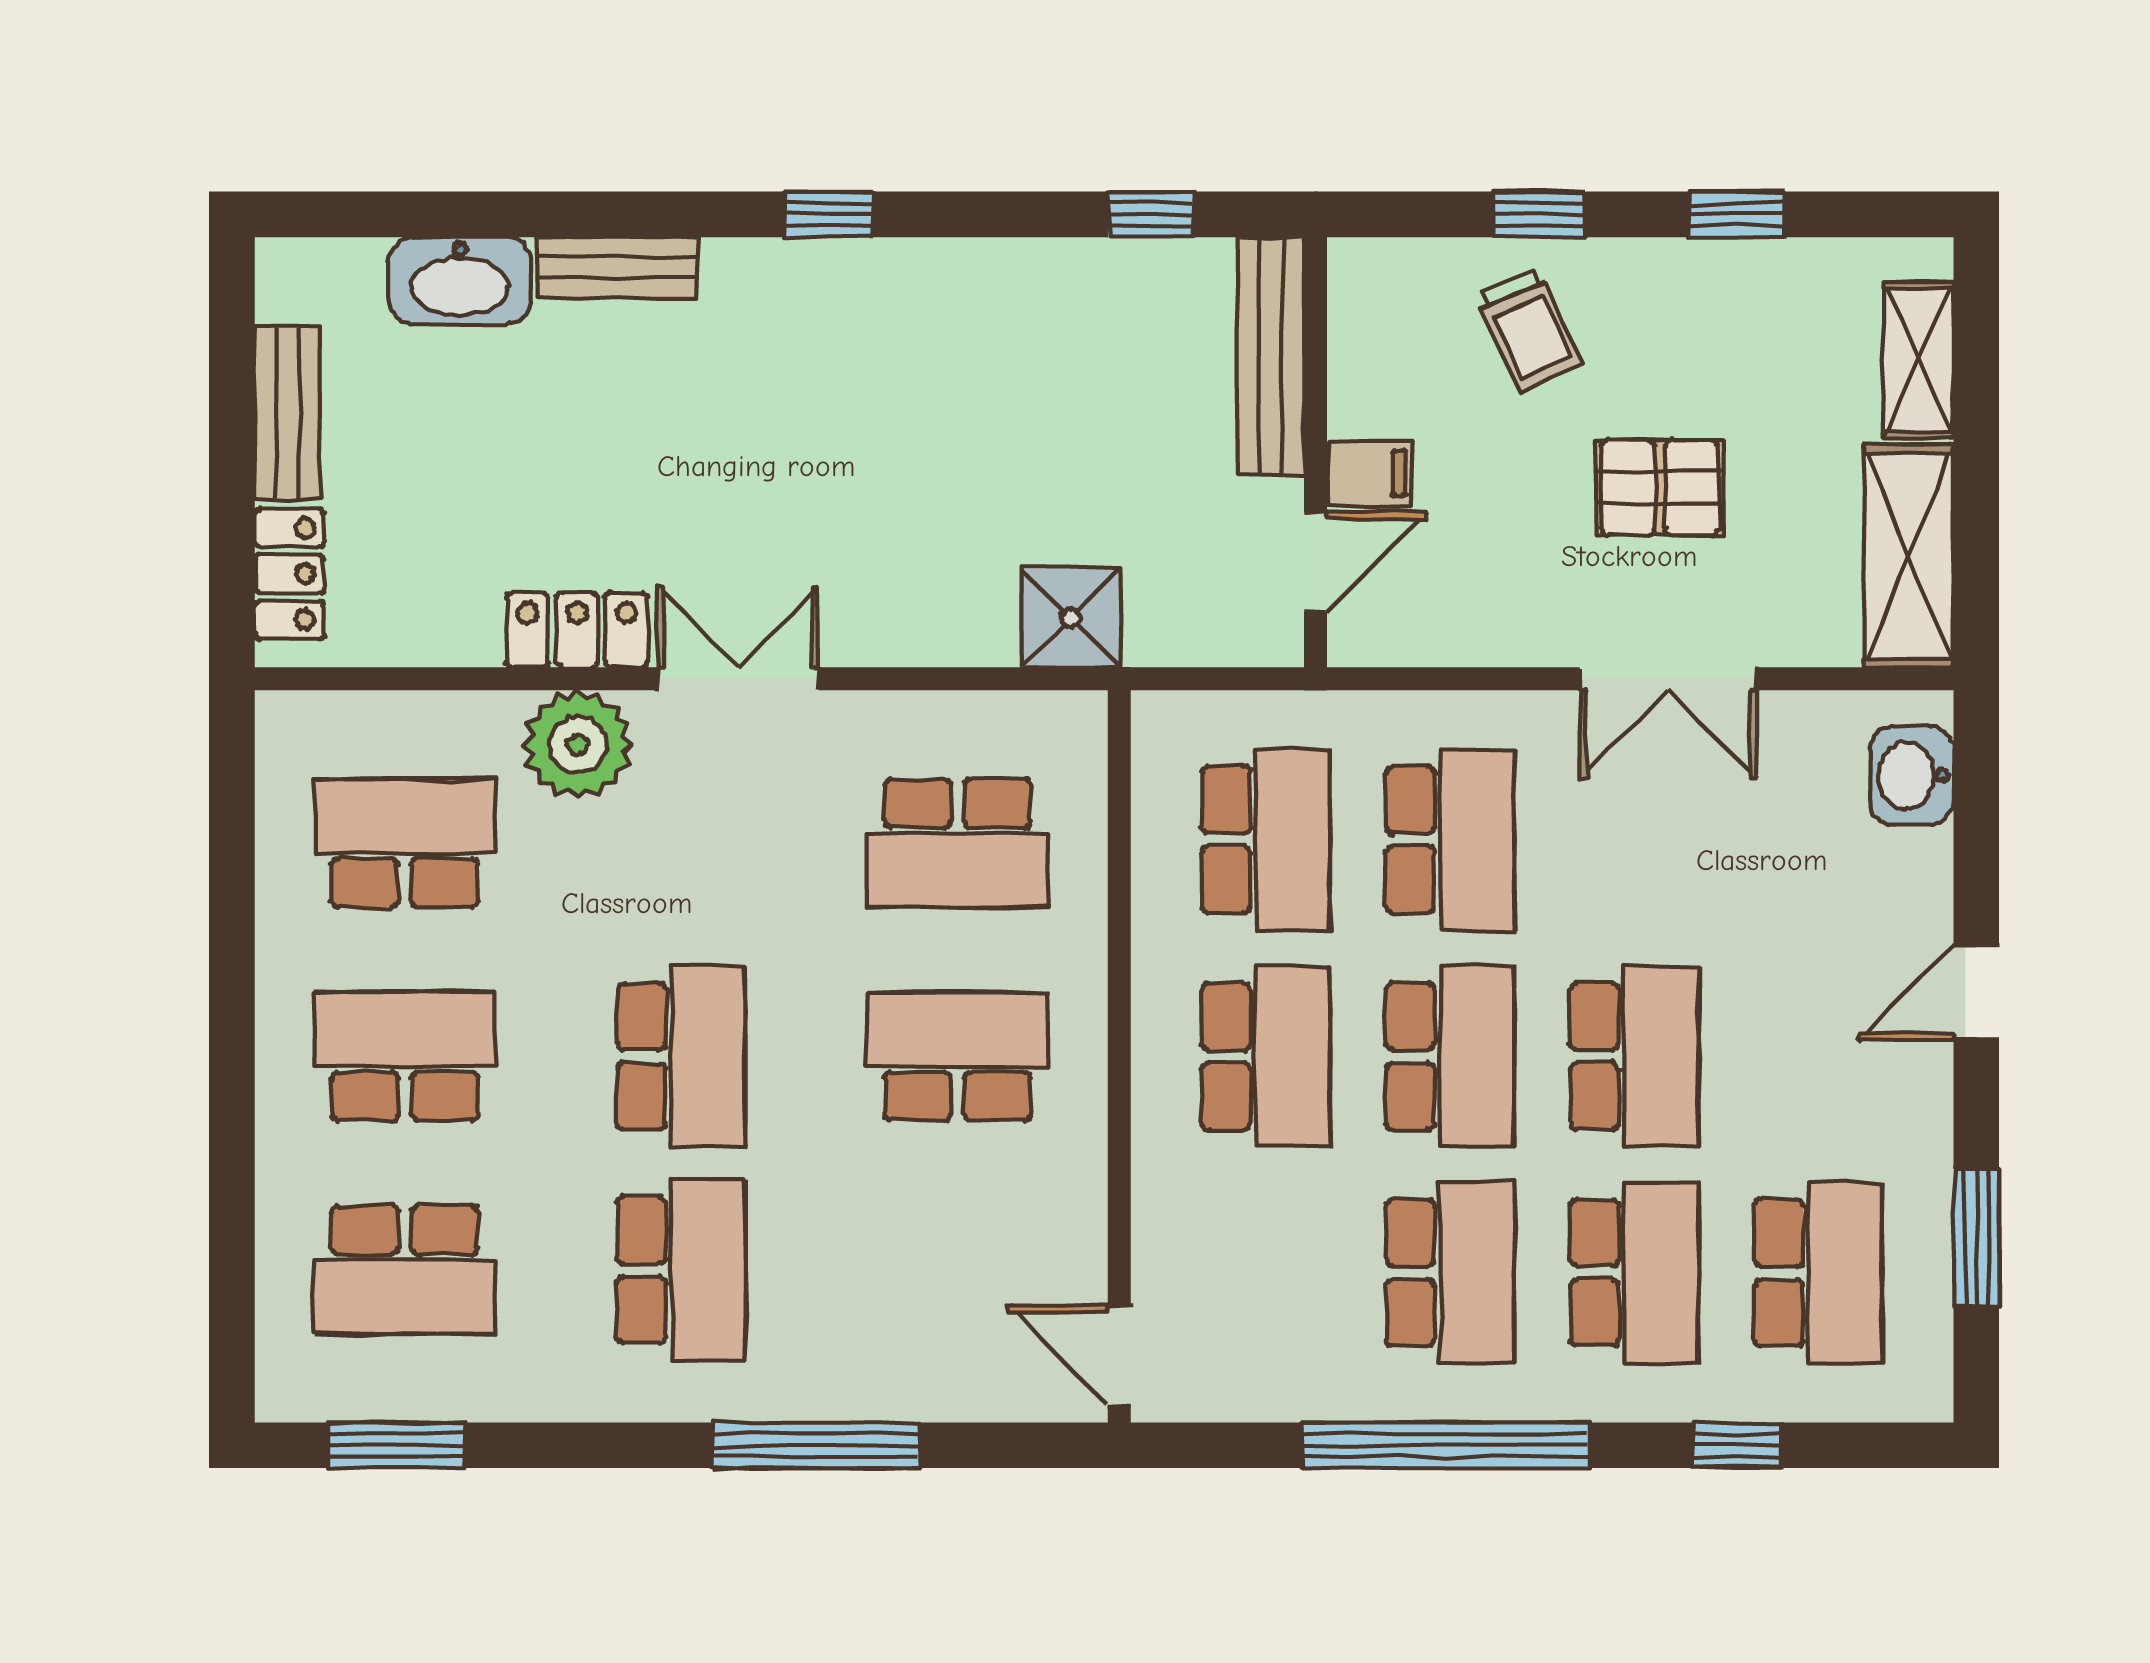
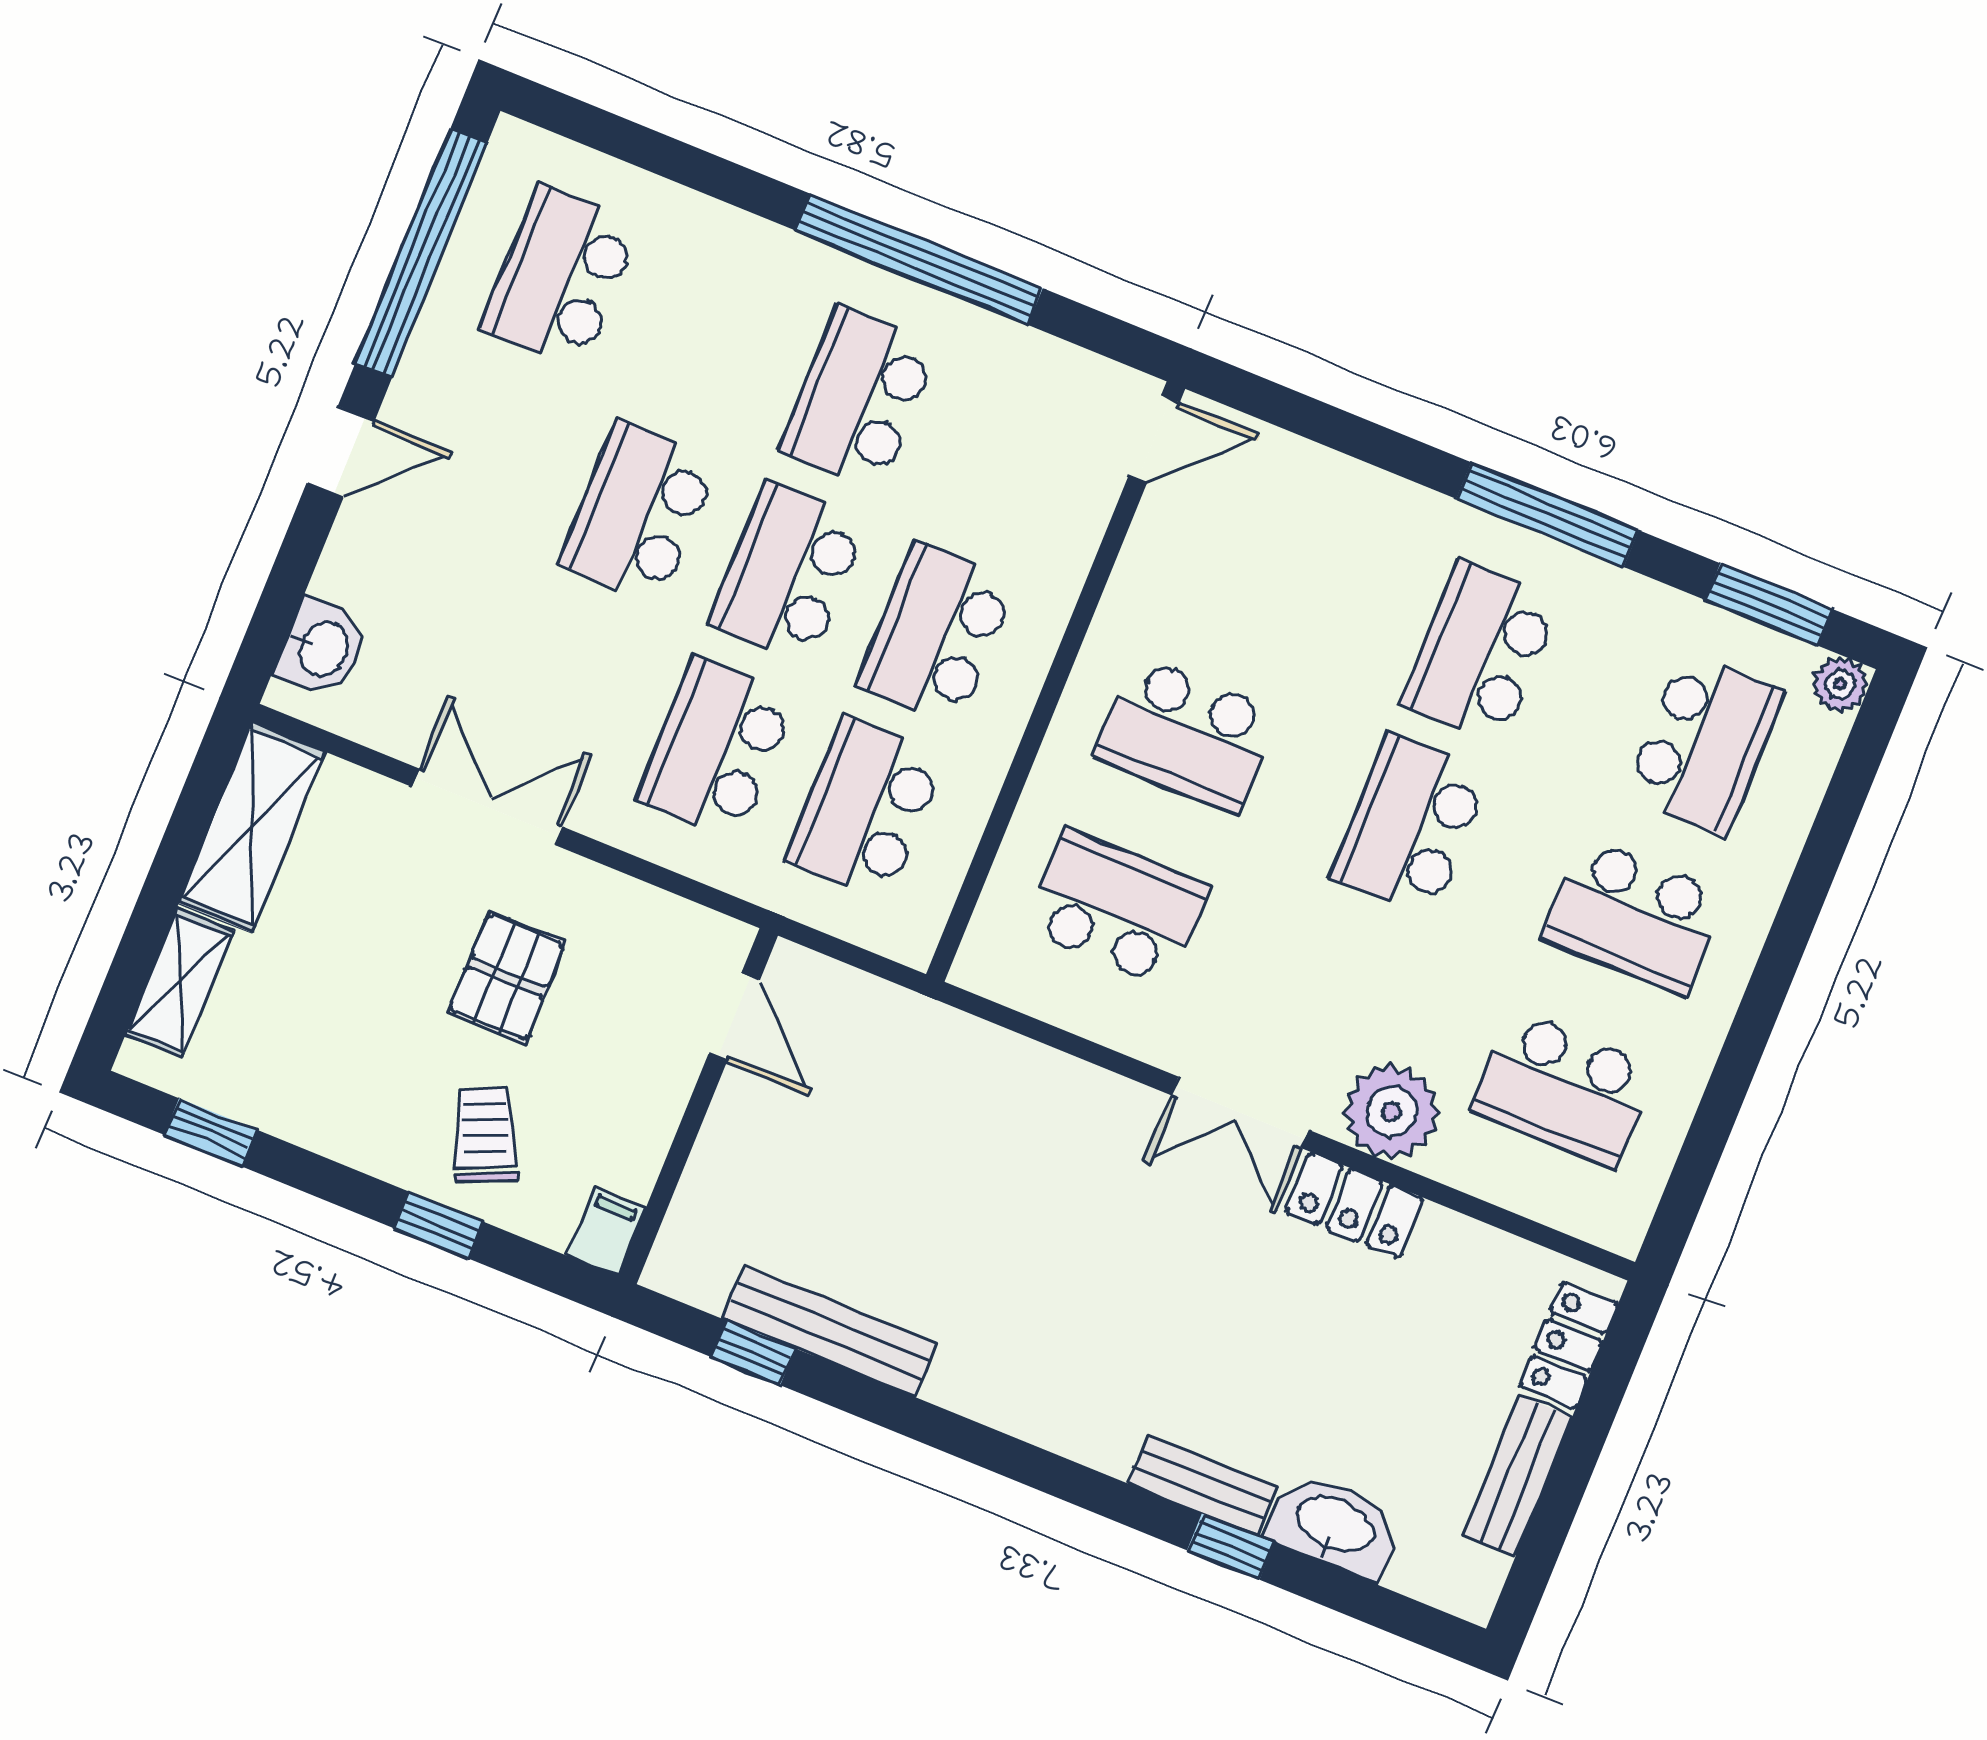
window: (829, 214) -> (1231, 1547), moved
window: (1737, 214) -> (210, 1132), moved
bench: (1271, 356) -> (830, 1331), moved, turned 90
filing cabinet: (1369, 473) -> (606, 1232), moved, turned 90
pallet: (1660, 488) -> (507, 977), moved, turned 90
door: (1316, 562) -> (734, 1017), swing flipped
shower: (1071, 618) -> (951, 1052), removed
window: (1976, 1238) -> (421, 253), width x2.11
school desk: (405, 1270) -> (1704, 744), turned 90
school desk: (1634, 1273) -> (710, 337), removed
door: (1119, 1356) -> (1154, 439), hinge flipped
plant: (286, 1391) -> (1840, 684), added
window: (816, 1445) -> (1547, 515), moved
window: (1737, 1445) -> (683, 164), removed

